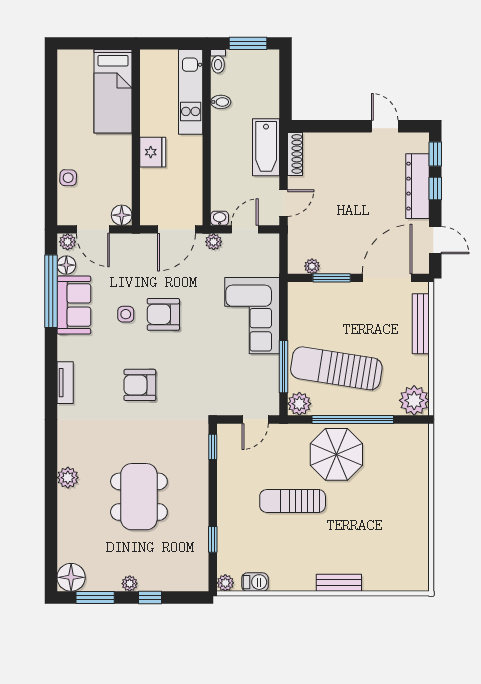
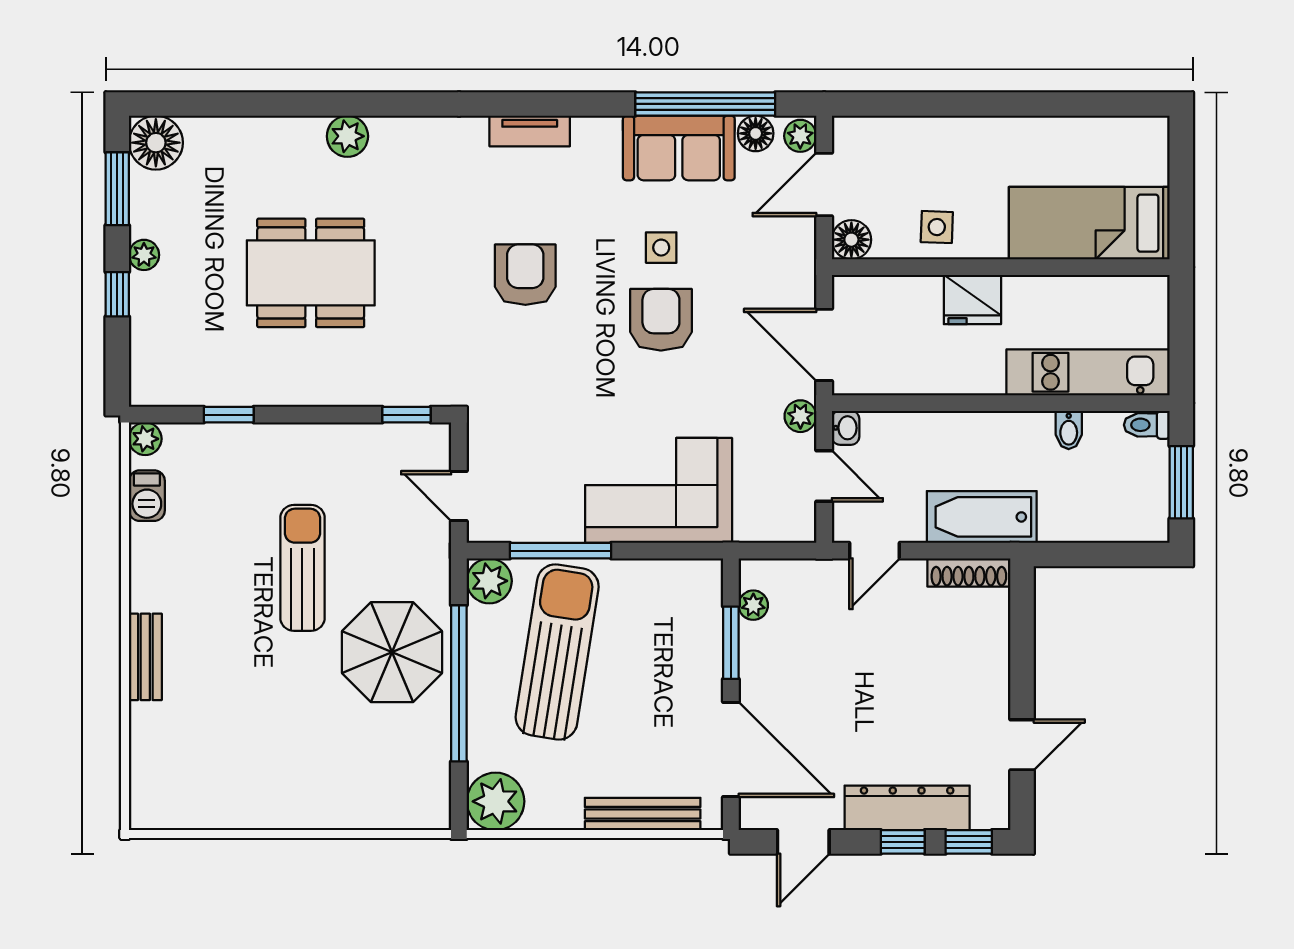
side table: (68, 178) -> (937, 227), moved
door: (284, 203) -> (875, 551), hinge flipped

